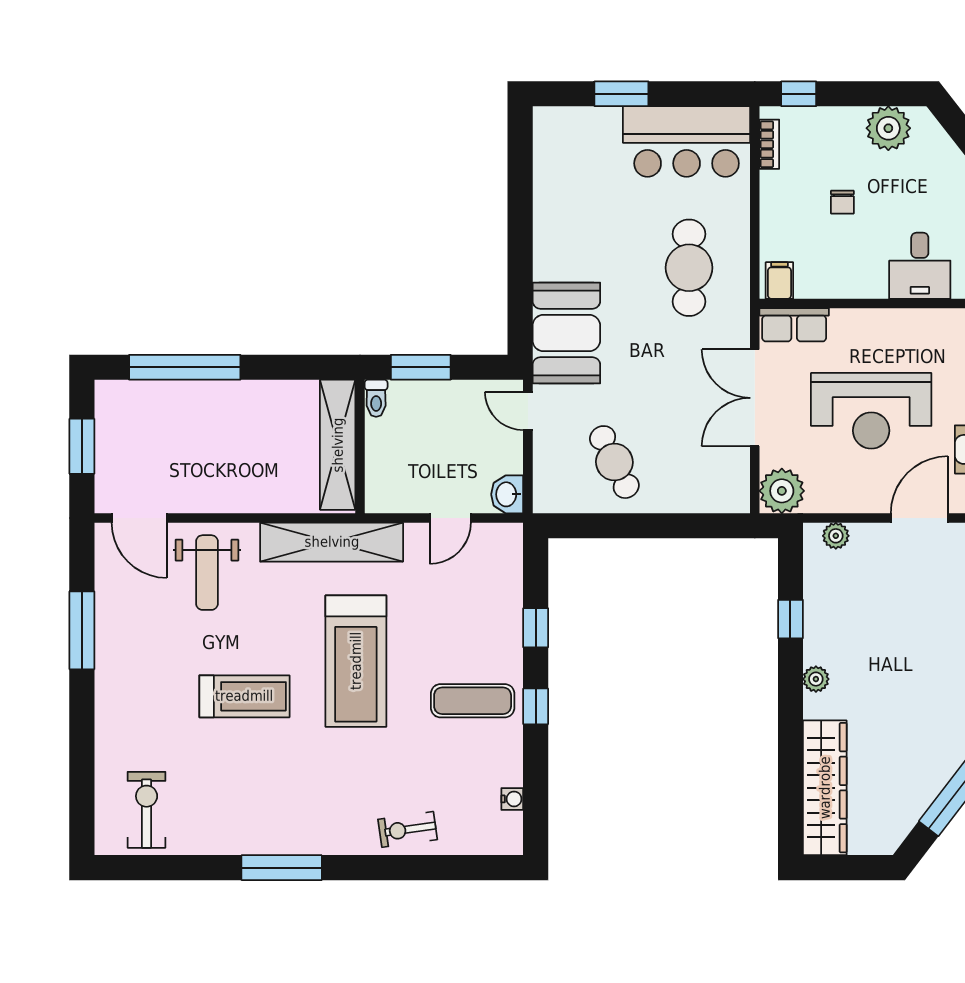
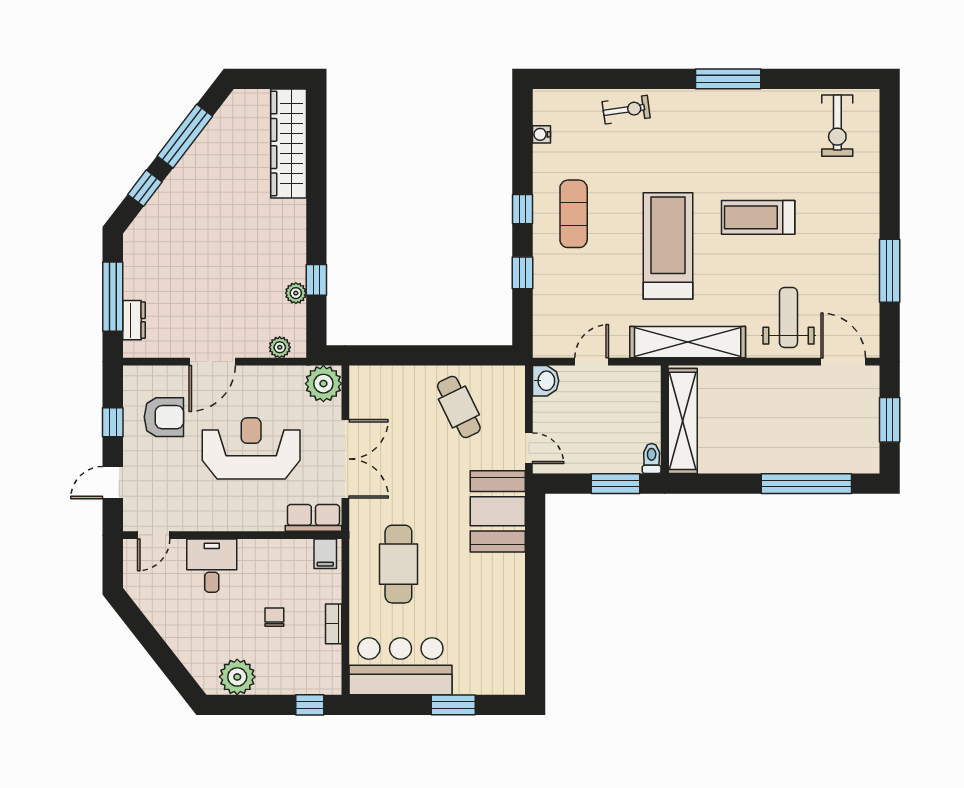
bookcase: (769, 144) -> (334, 624), moved
plant: (816, 679) -> (296, 293), moved
exercise mat: (473, 701) -> (574, 214), turned 90

